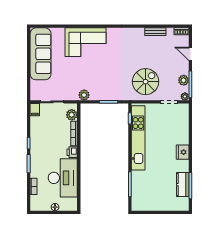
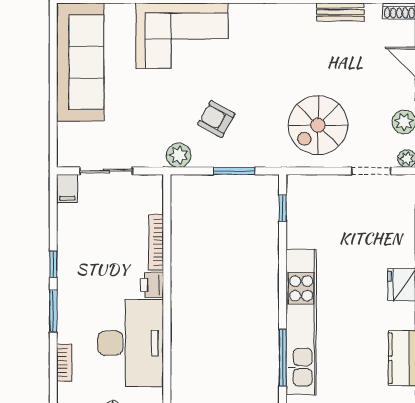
armchair: (101, 79) -> (216, 119), added
spiral stairs: (146, 82) -> (318, 125), turned 180
plant: (72, 115) -> (151, 200), removed
kitchen unit: (138, 138) -> (301, 322), moved

